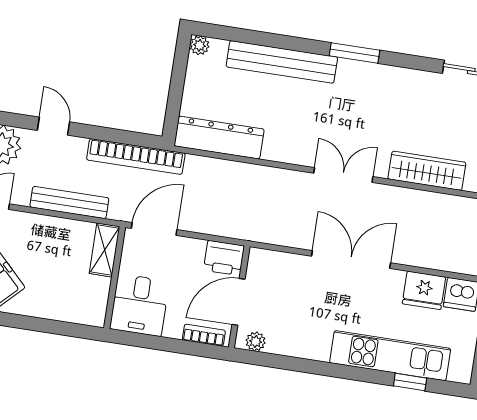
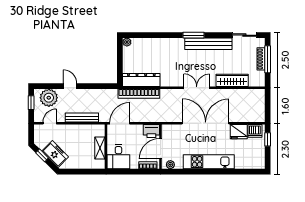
bench: (282, 62) -> (208, 44), moved
bookcase: (136, 157) -> (139, 94), moved
shelving: (105, 250) -> (100, 148), moved
double door: (351, 260) -> (206, 123), width x1.36
kitchen unit: (390, 356) -> (209, 162), moved
window: (410, 382) -> (239, 172), removed

